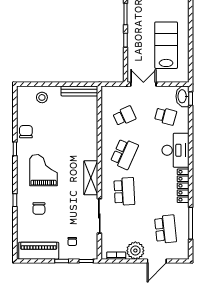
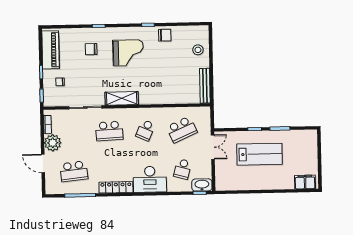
lab bench: (166, 45) -> (259, 154), moved
school desk: (124, 116) -> (182, 129), width x1.85
school desk: (124, 154) -> (145, 130), width x0.54

